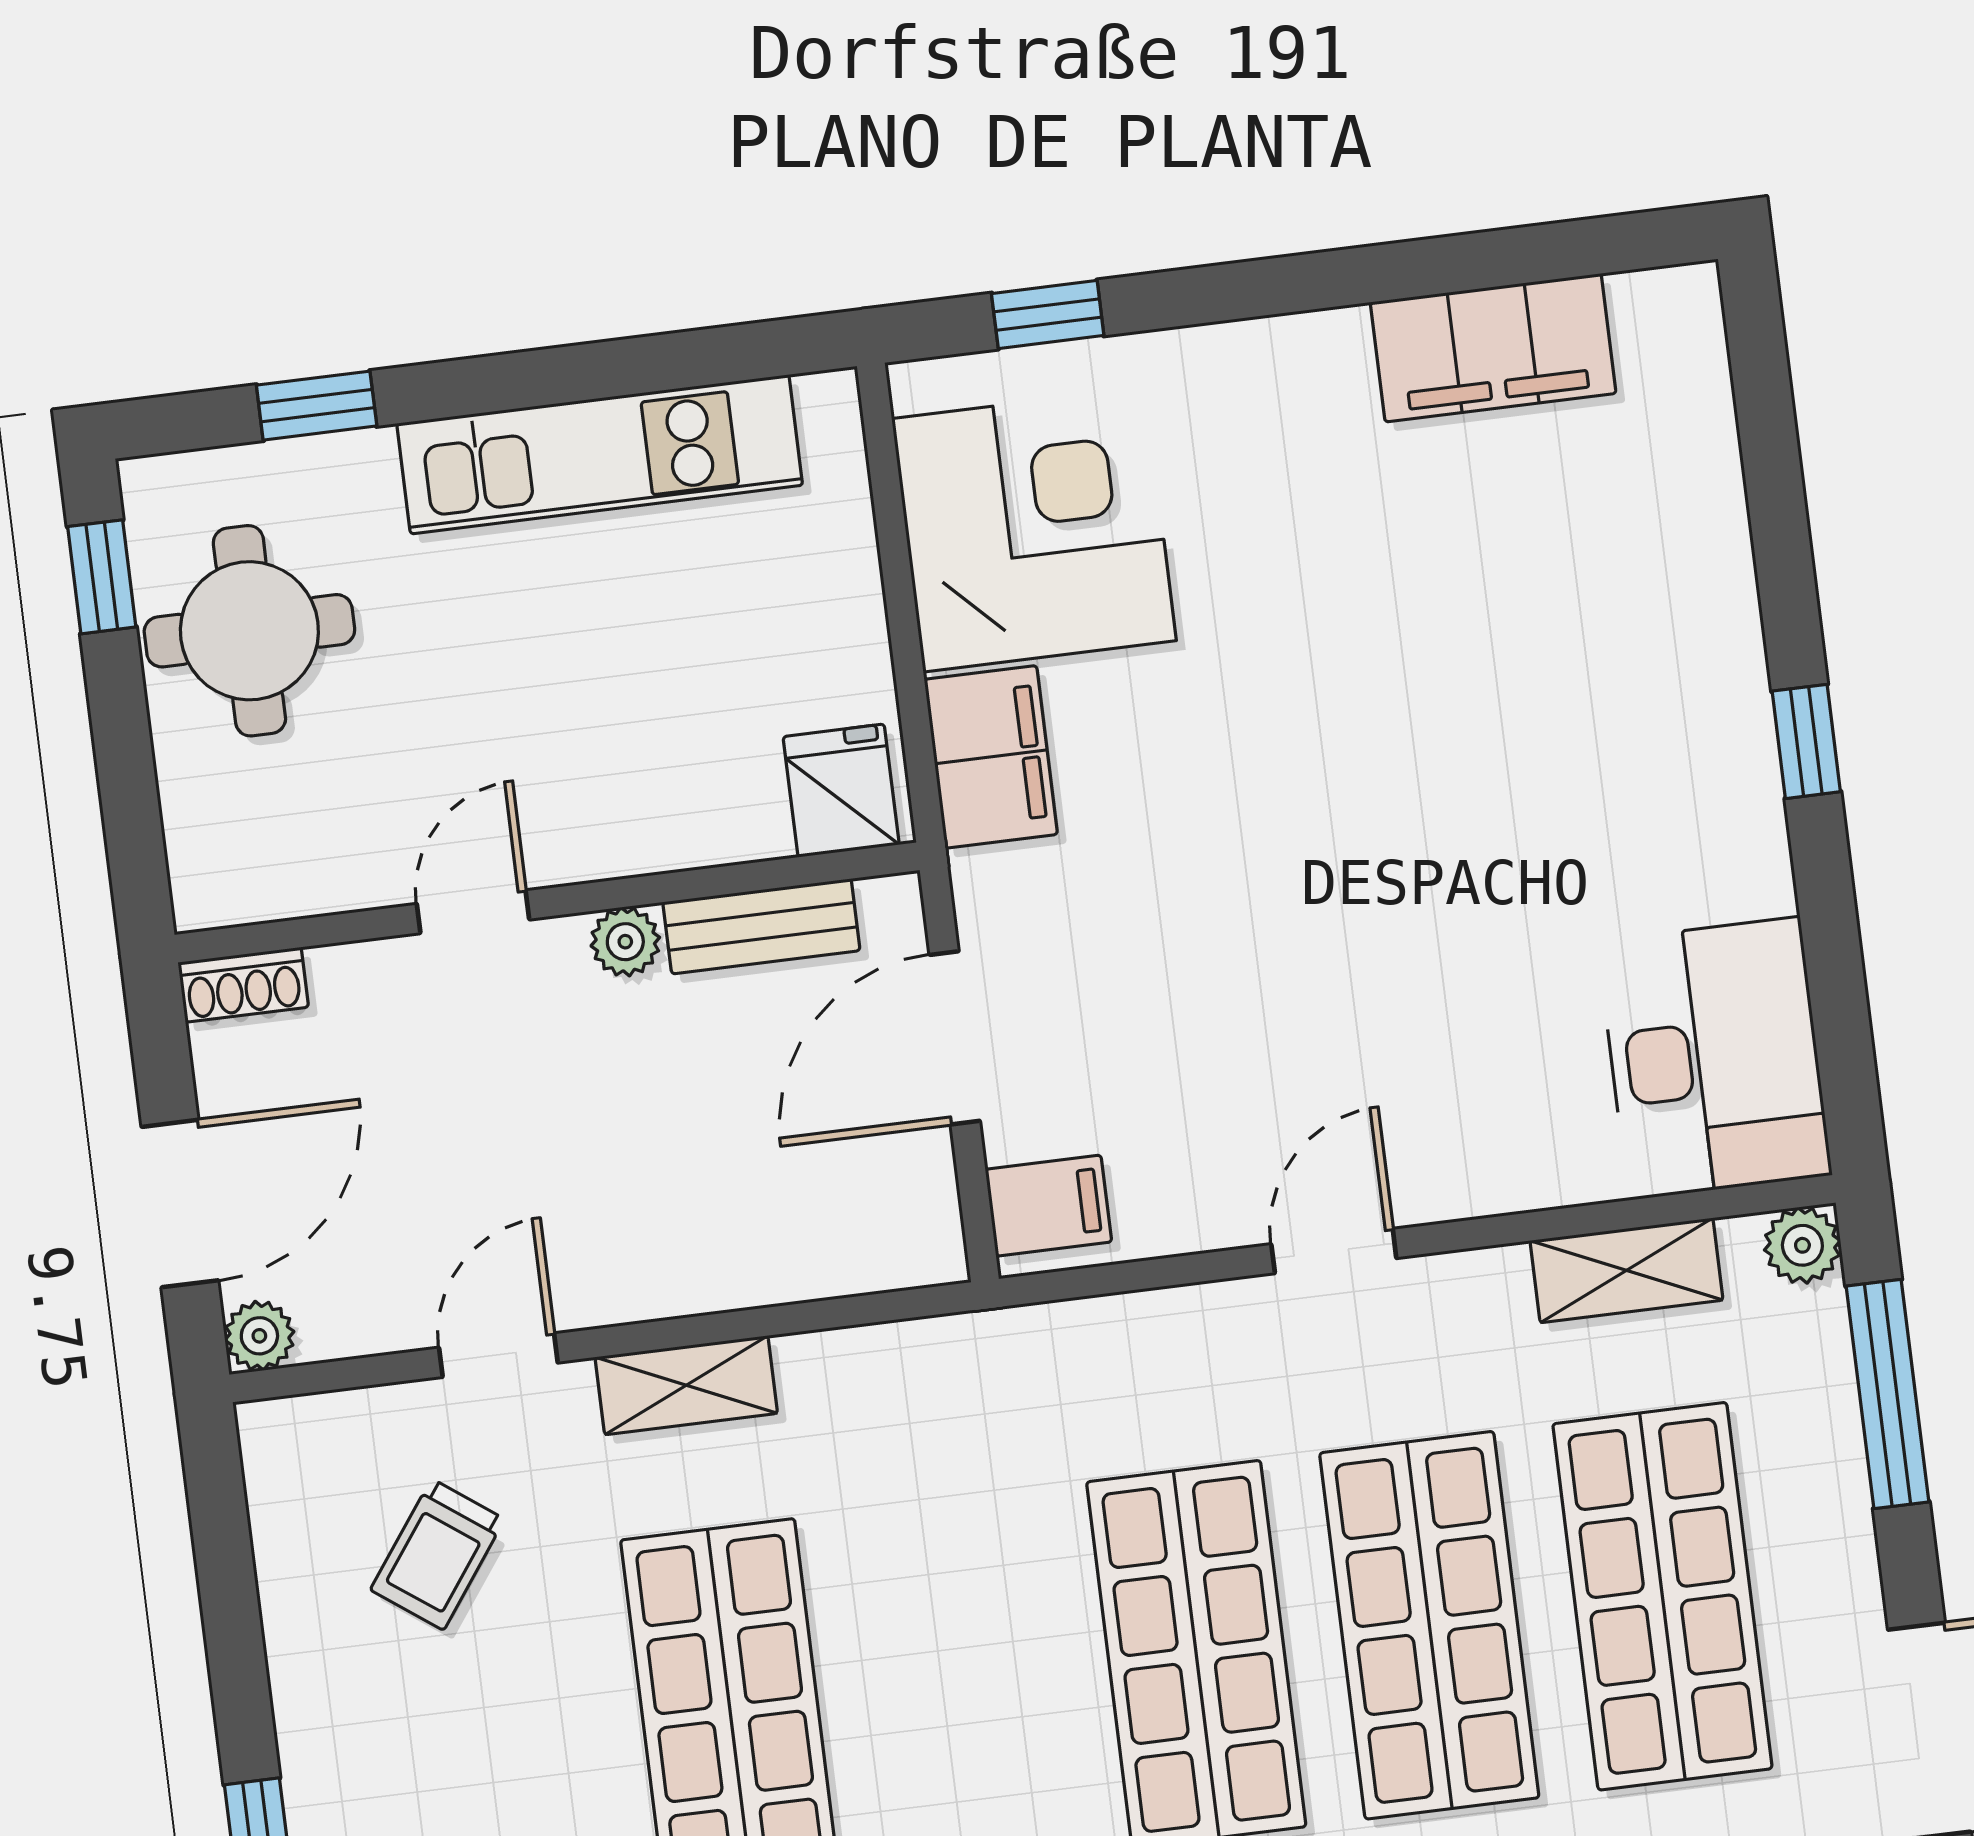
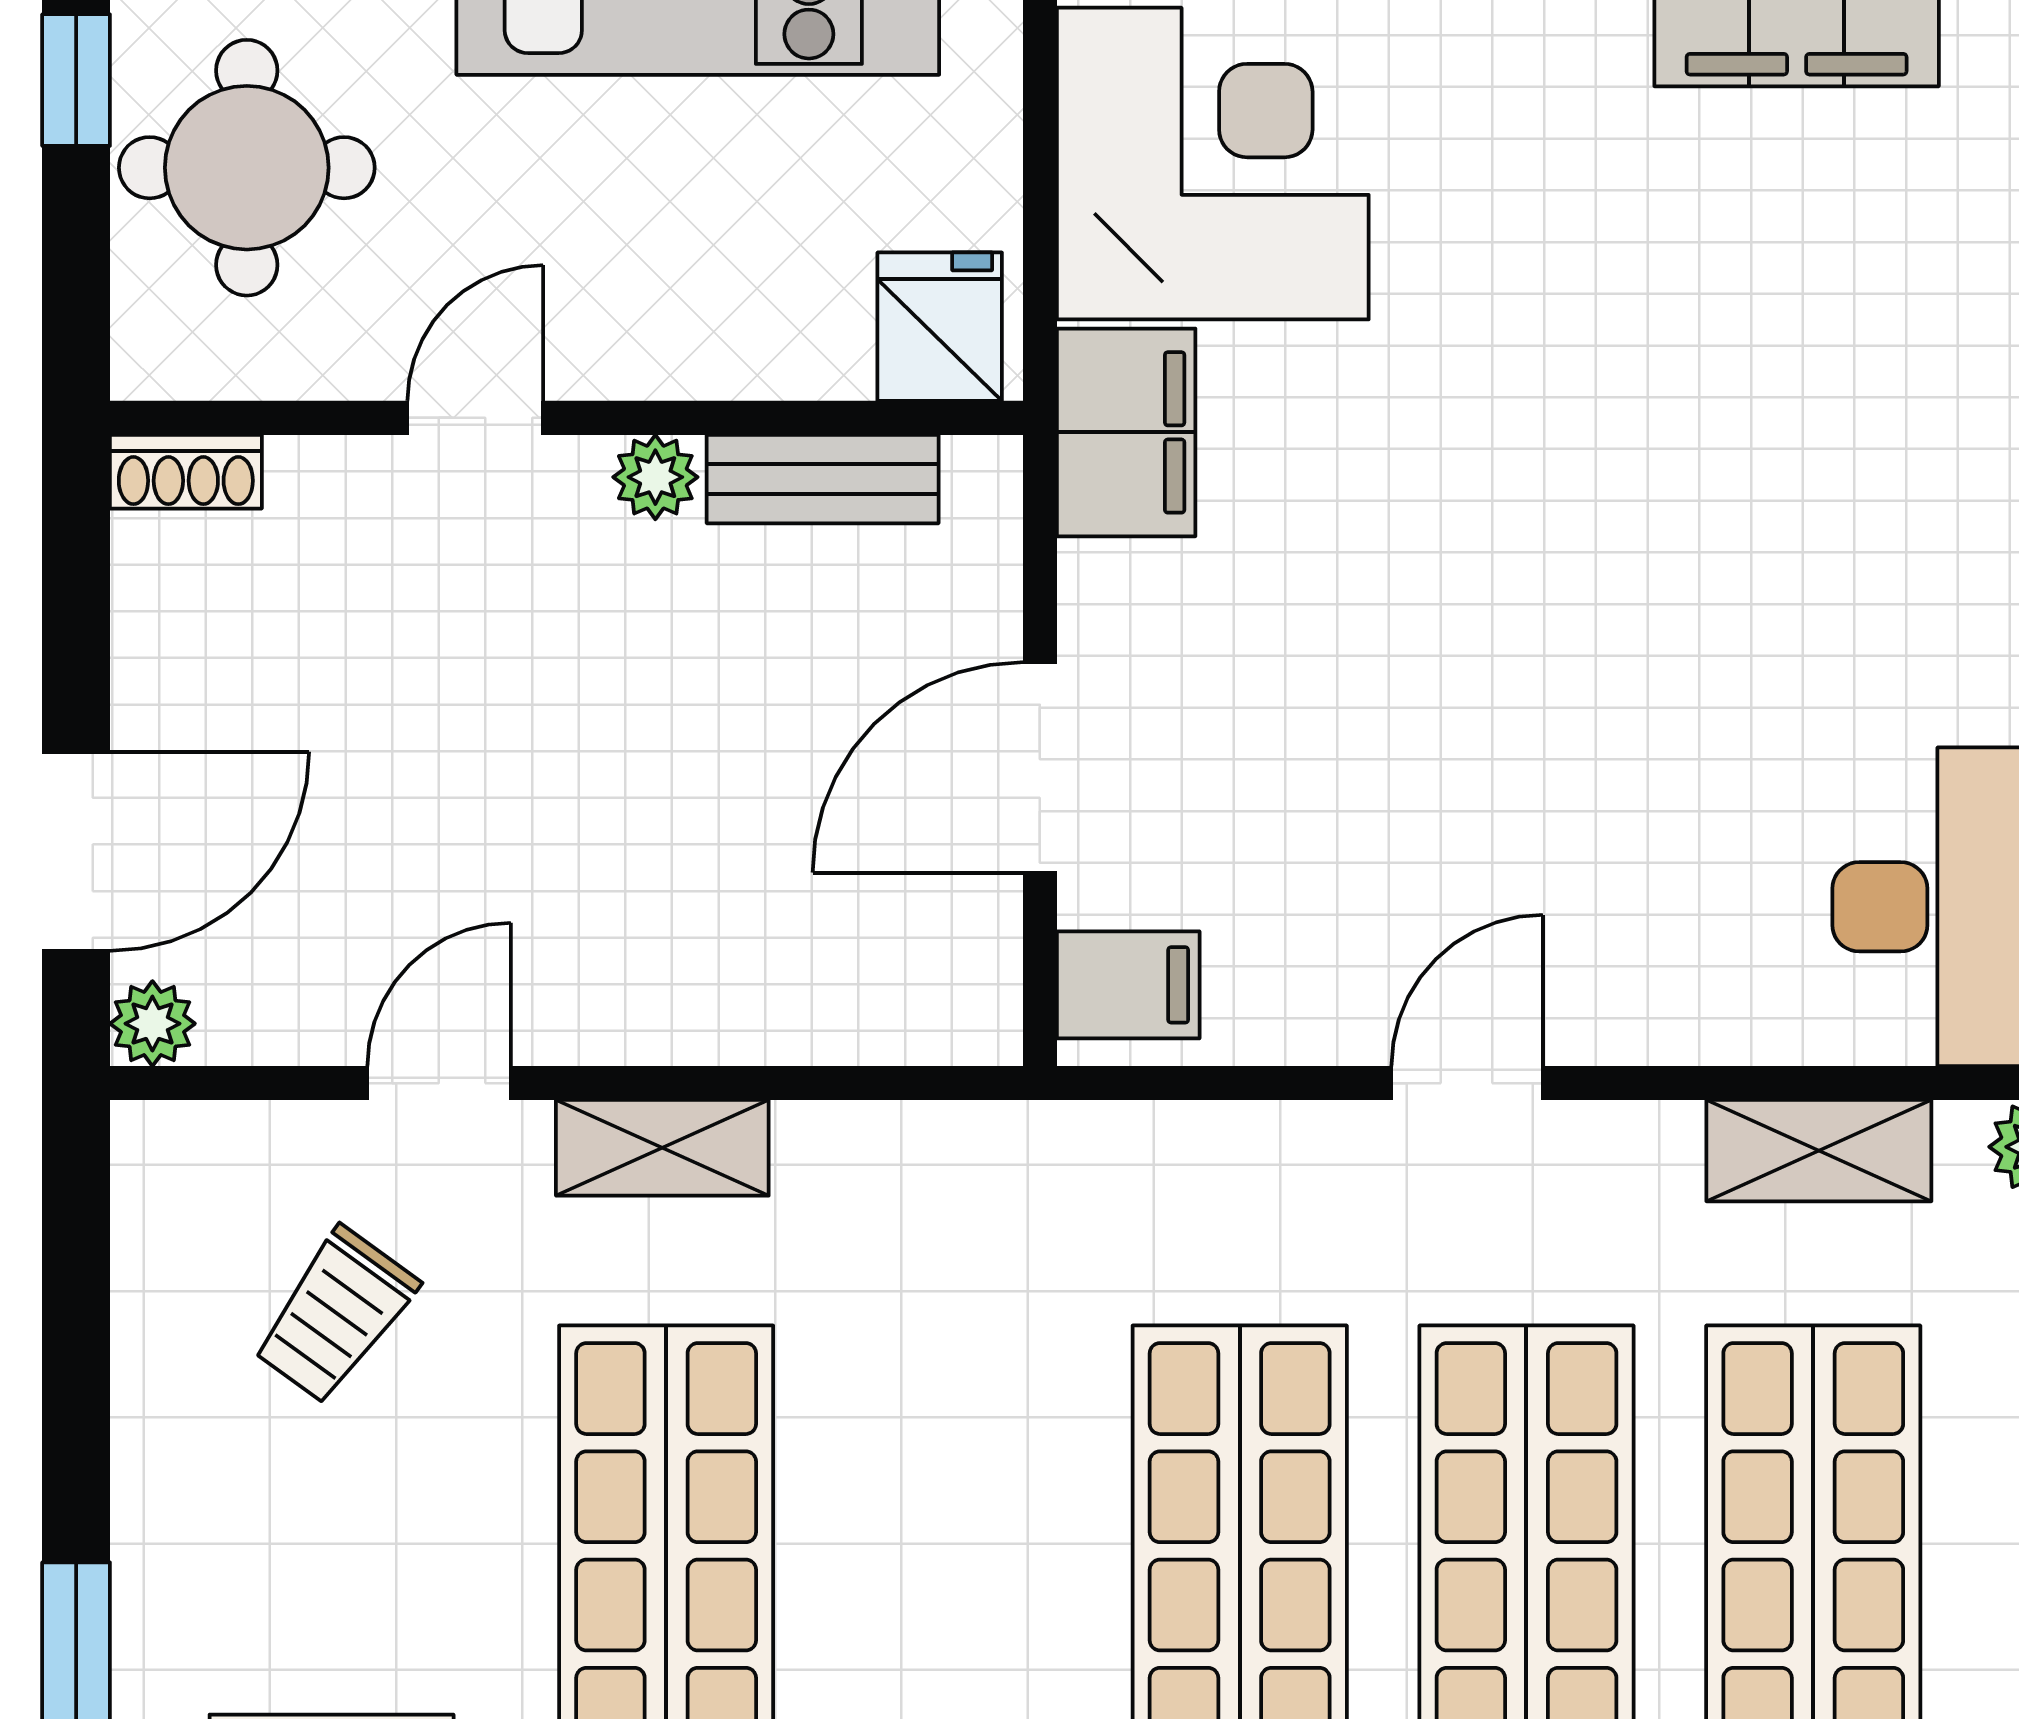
fridge: (841, 791) -> (940, 327), moved
wall: (547, 903) -> (566, 418), moved
door: (473, 912) -> (475, 418), moved
bench: (761, 926) -> (823, 479), moved
plant: (625, 942) -> (655, 477), moved
shoe rack: (243, 985) -> (186, 472), moved

